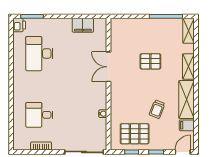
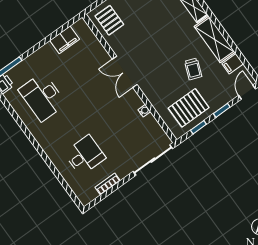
pallet: (150, 61) -> (109, 20), moved, turned 90
double door: (108, 67) -> (125, 72), moved
desk: (39, 115) -> (85, 155), turned 180

